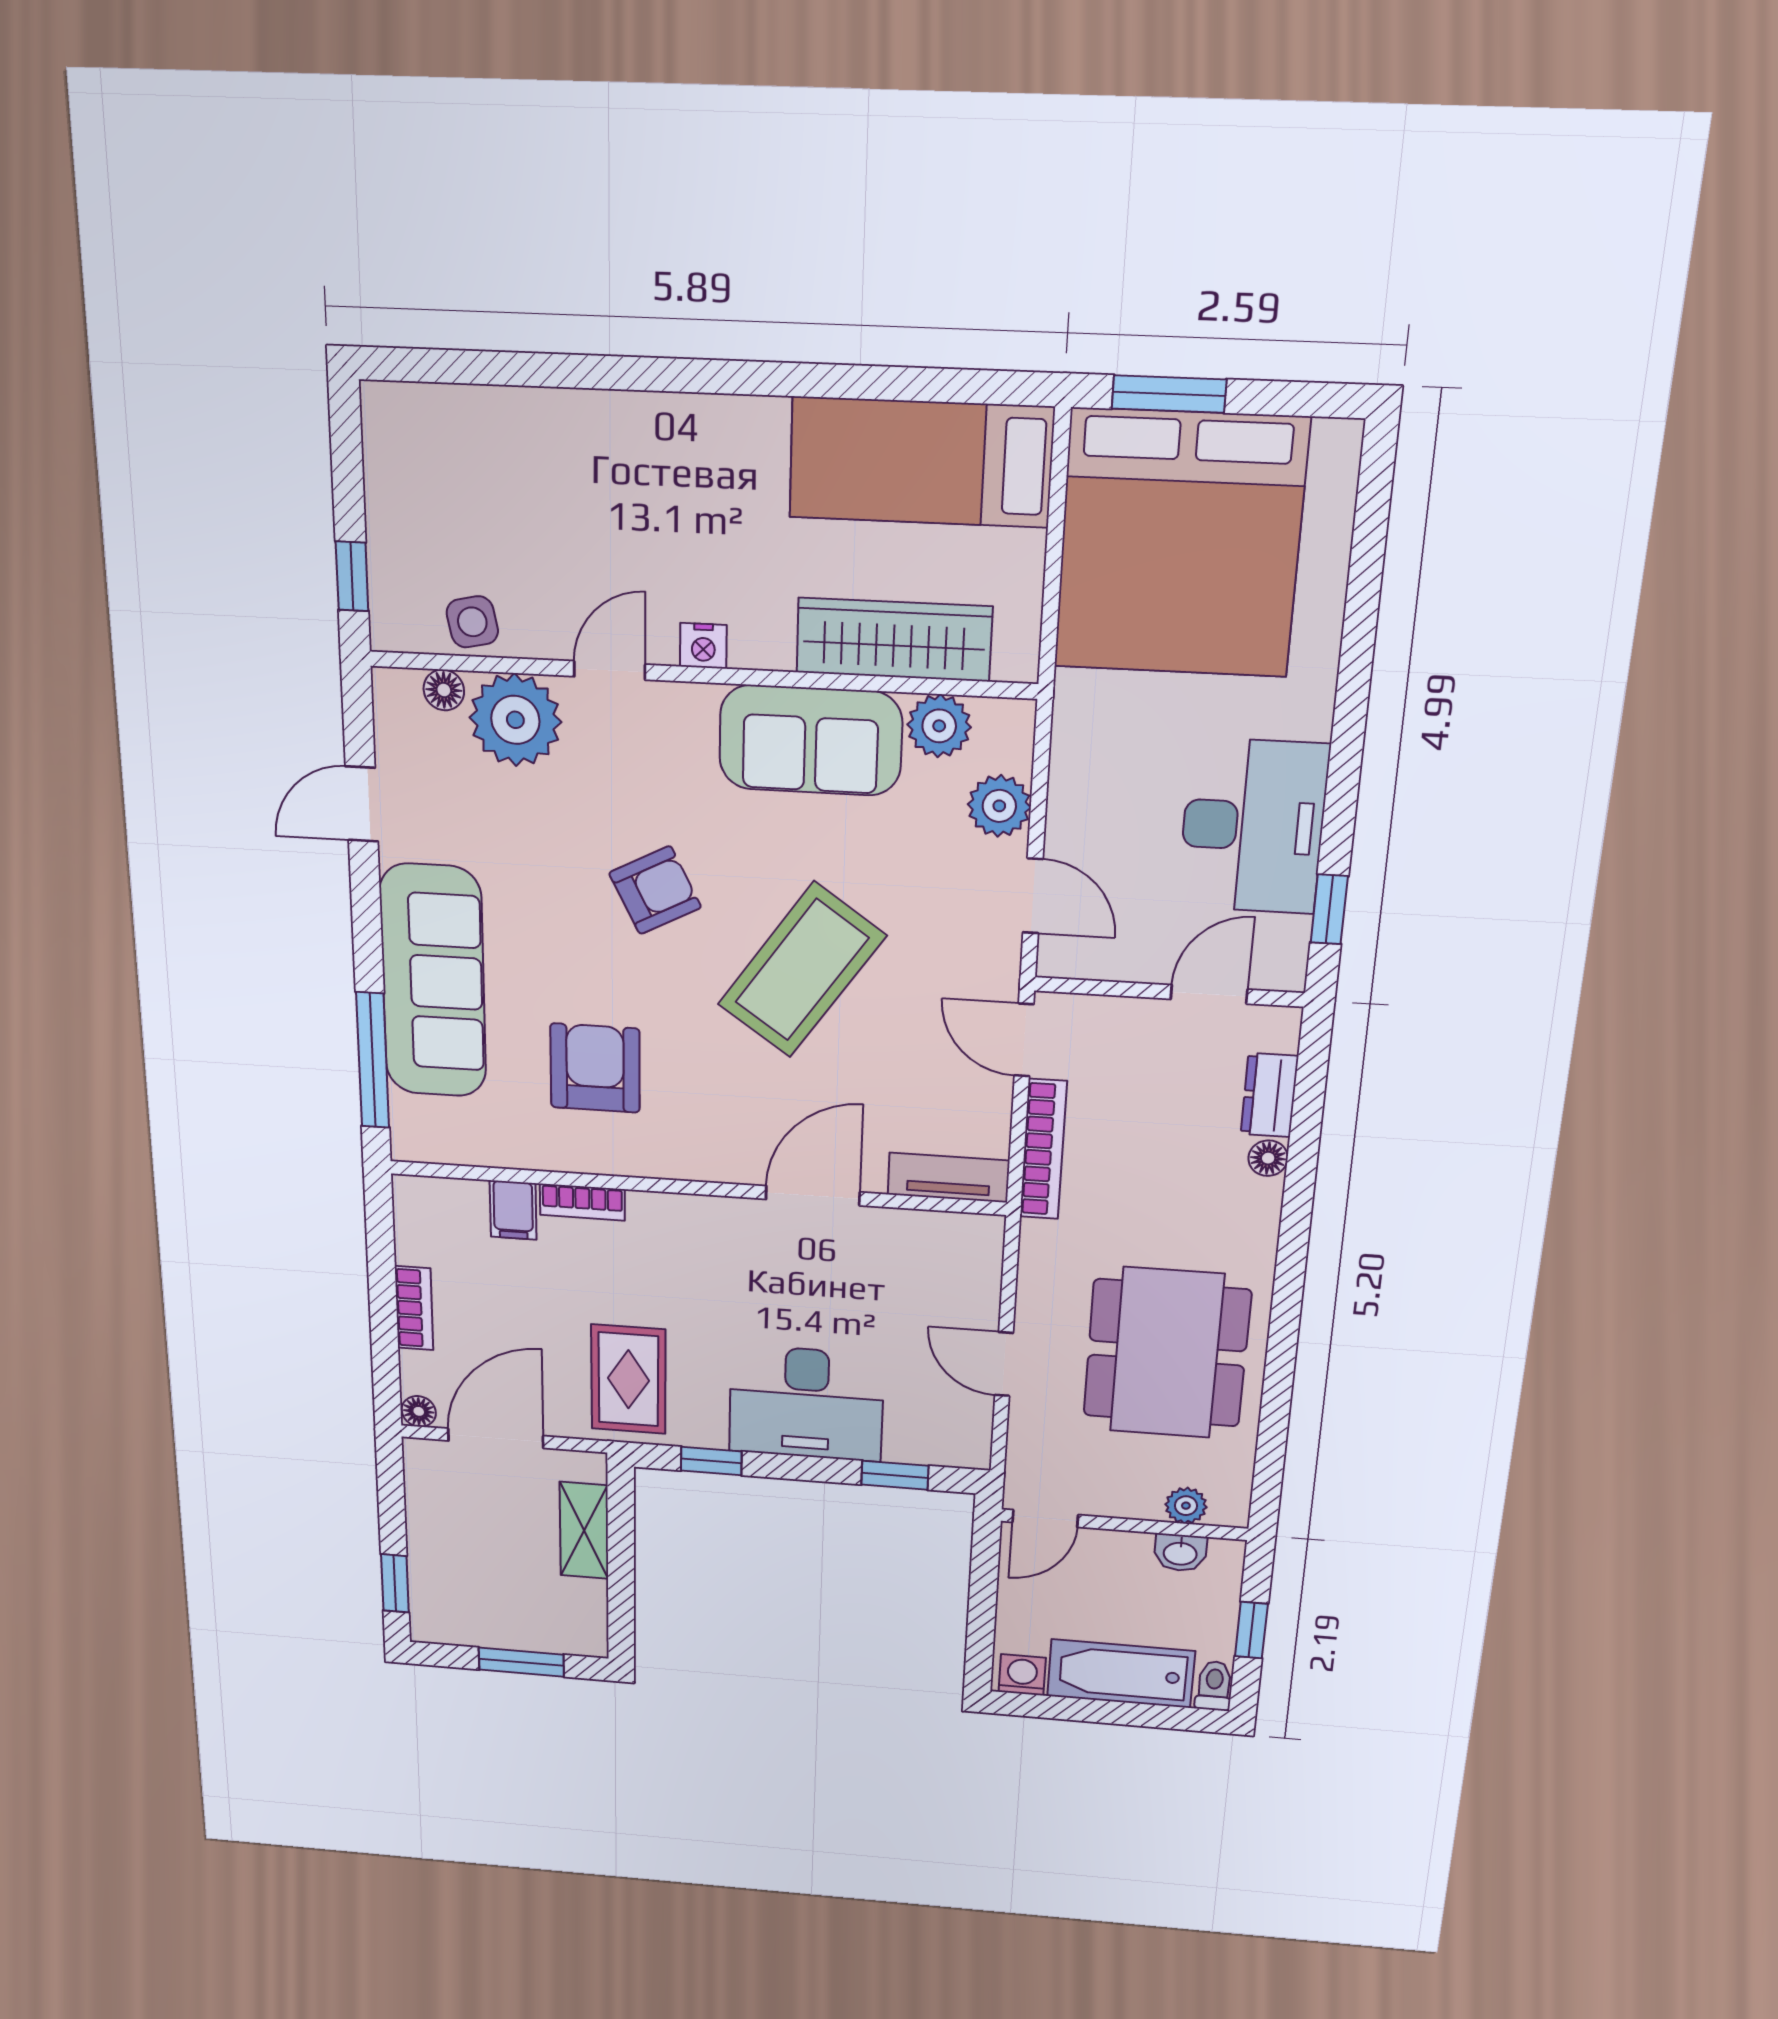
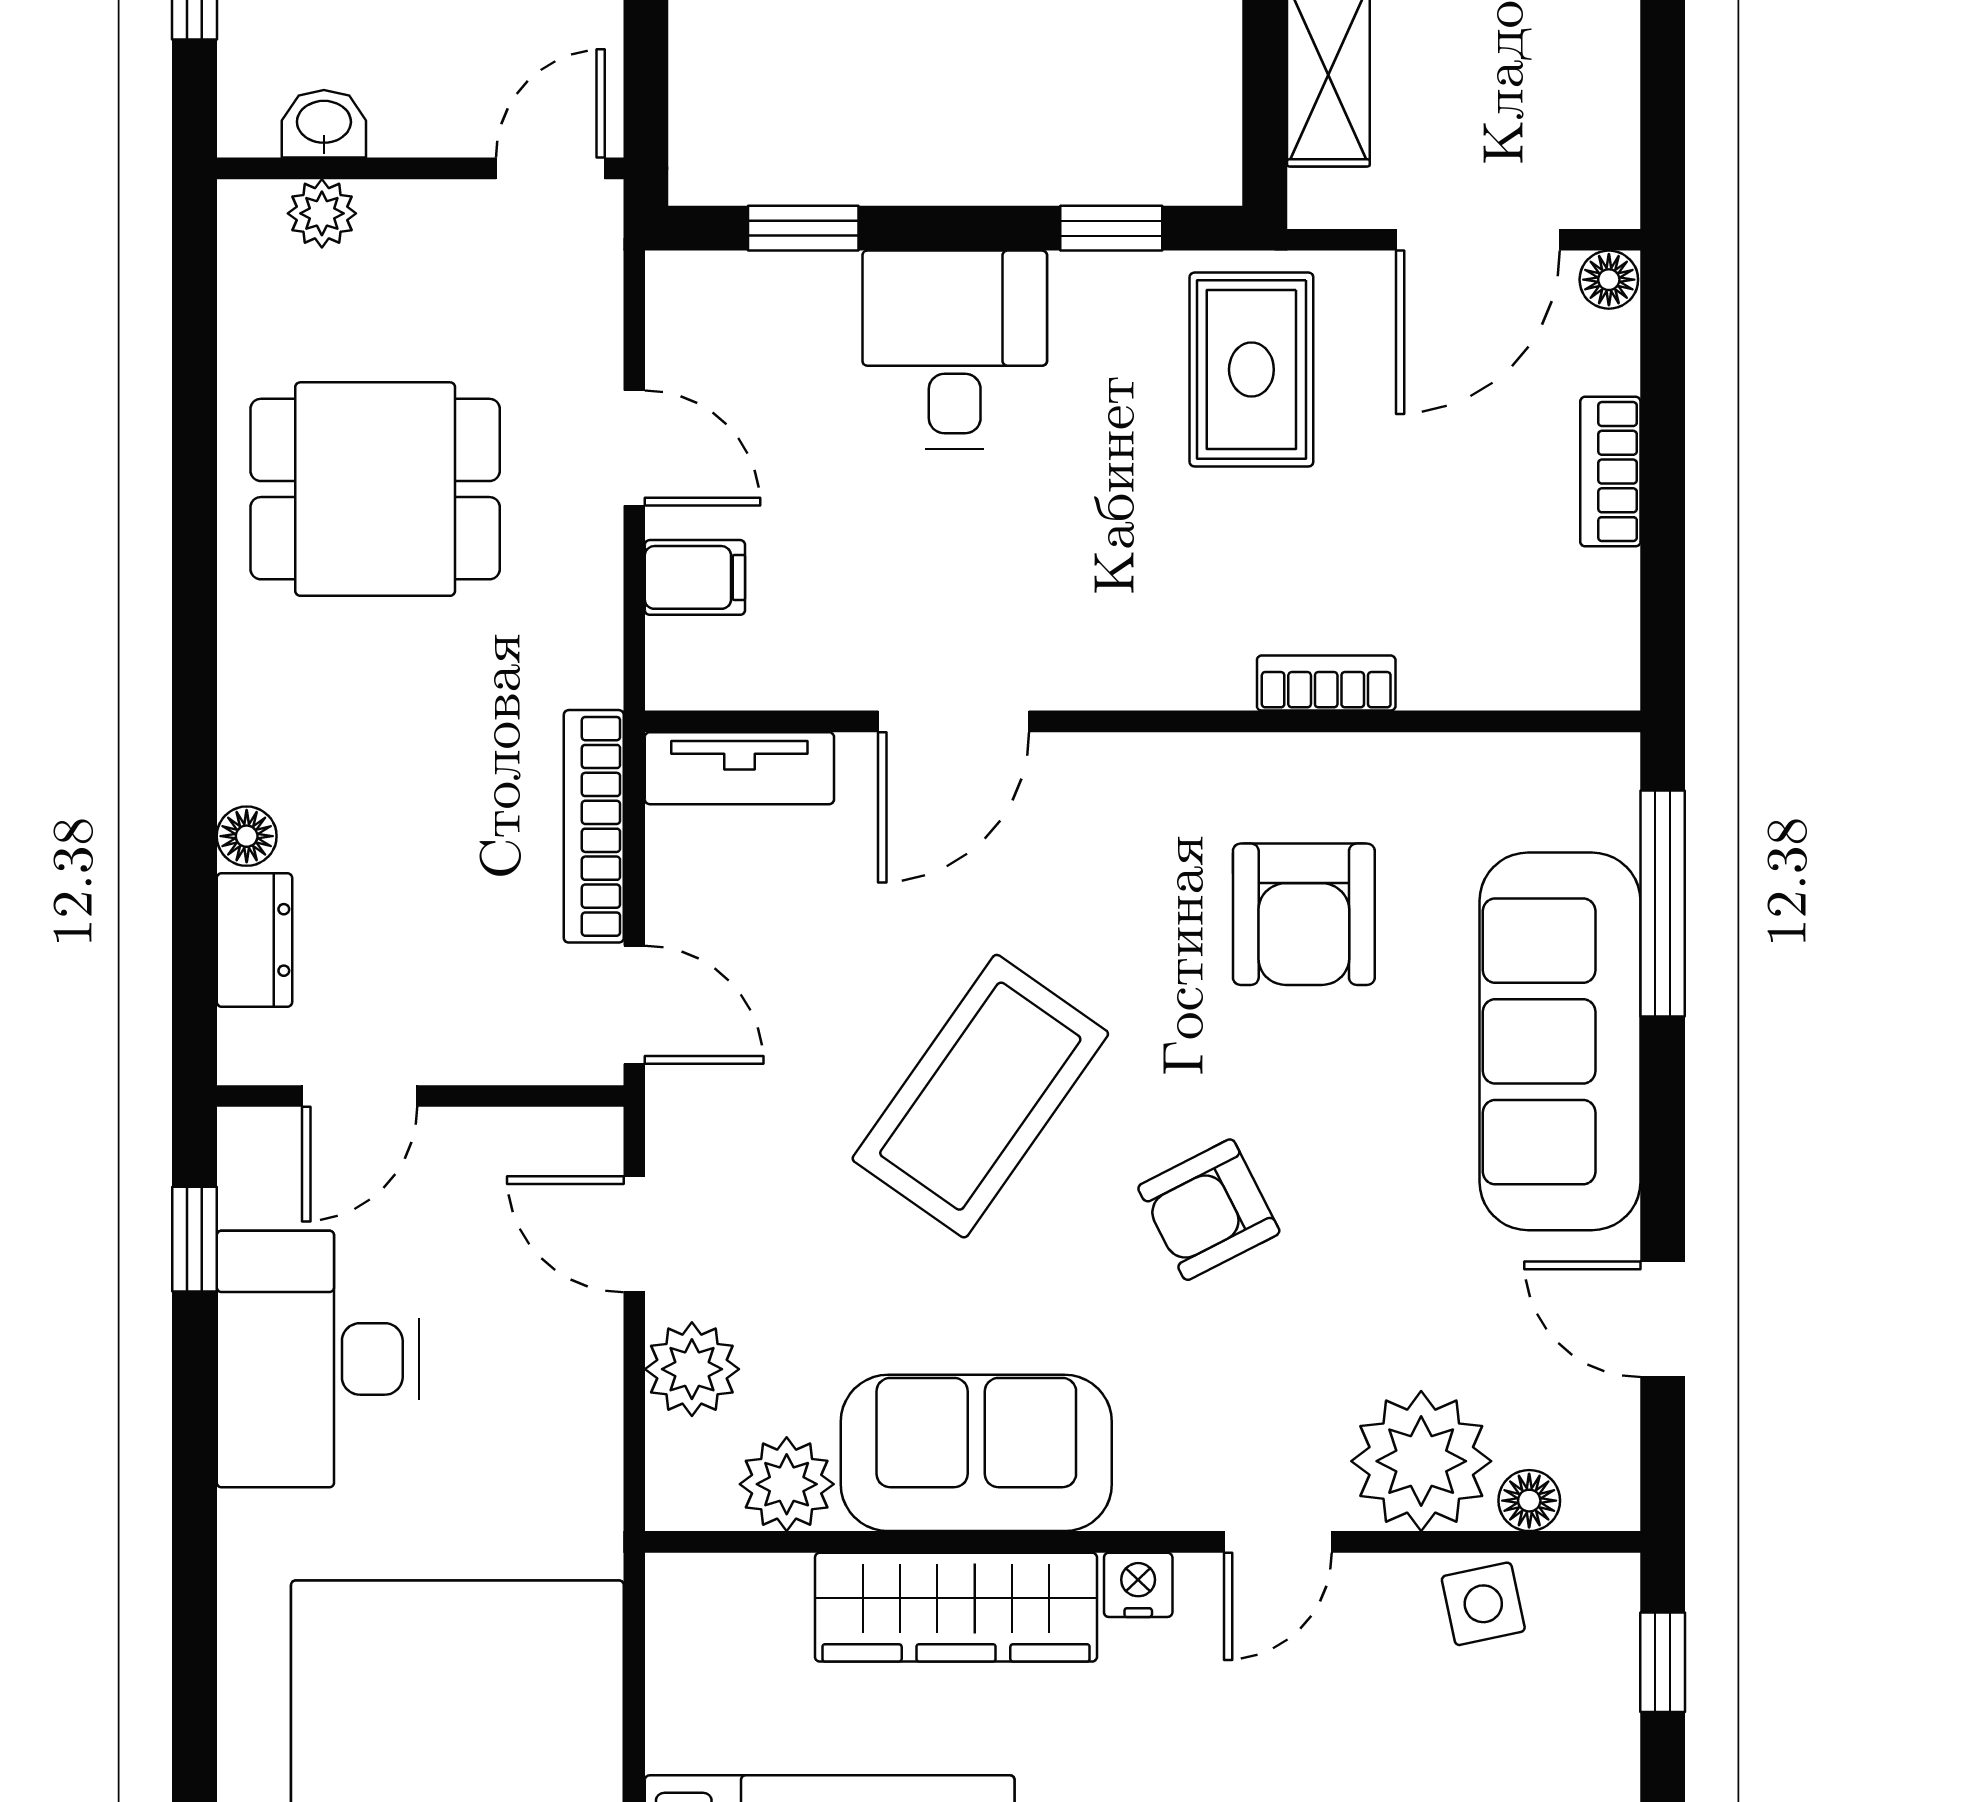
wardrobe: (894, 640) -> (956, 1607), moved
door: (362, 804) -> (1663, 1319), swing flipped
filing cabinet: (513, 1210) -> (695, 577), moved, turned 90
dining table: (1167, 1353) -> (375, 489), width x0.73
desk: (806, 1403) -> (955, 350), width x0.73

